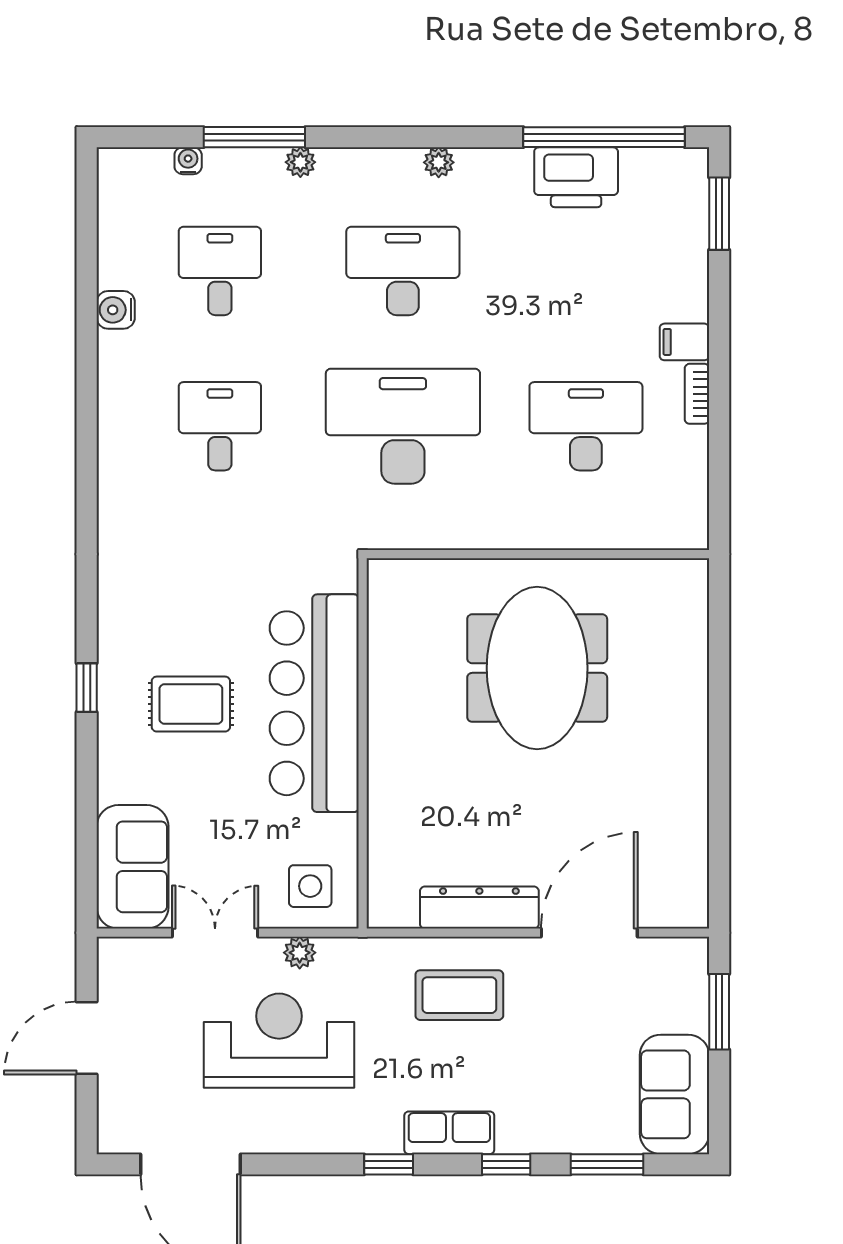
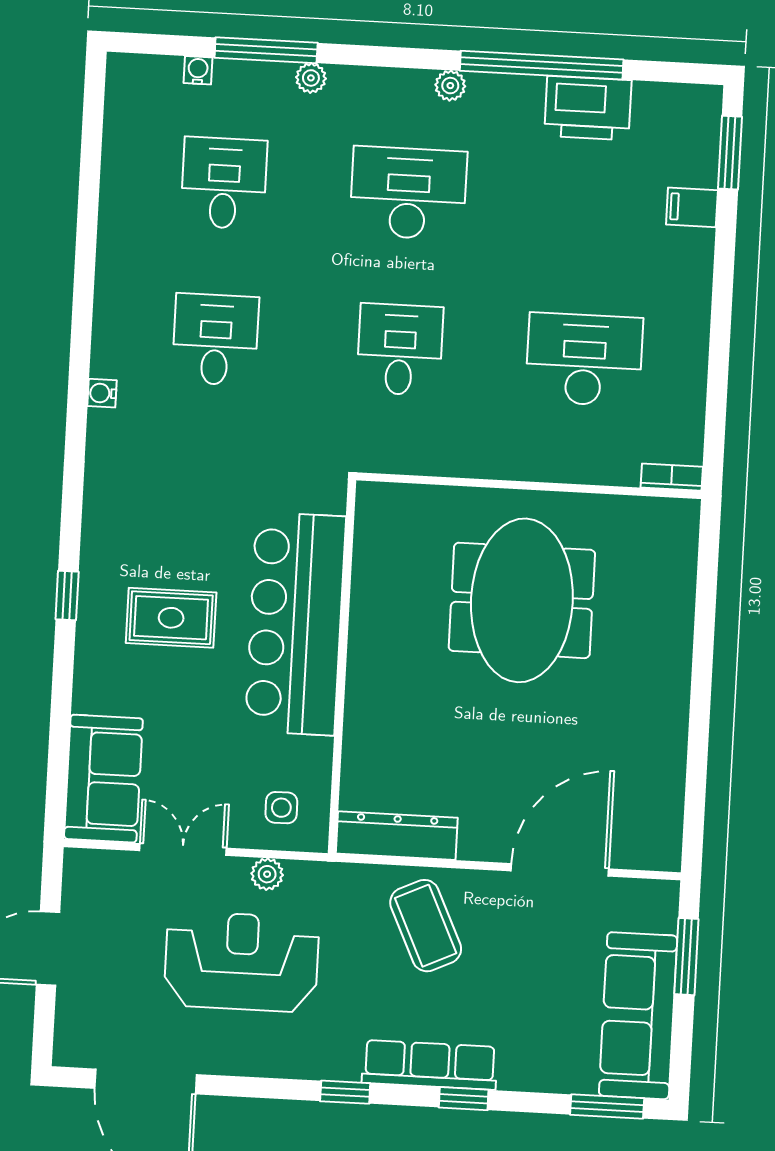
window: (604, 137) -> (542, 65), moved
water cooler: (116, 310) -> (102, 393), moved, width x0.72, depth x0.72
filing cabinet: (684, 342) -> (692, 207), moved
bookcase: (697, 394) -> (672, 477), moved, turned 90
desk: (403, 426) -> (400, 350), width x0.53, depth x0.77
side table: (310, 886) -> (281, 808), width x0.73, depth x0.73
dresser: (479, 908) -> (397, 836), moved
coffee table: (459, 995) -> (426, 926), turned 65
sofa: (674, 1094) -> (638, 1016), width x1.36
row of seats: (449, 1133) -> (430, 1065), width x1.48
window: (607, 1164) -> (607, 1106), moved

